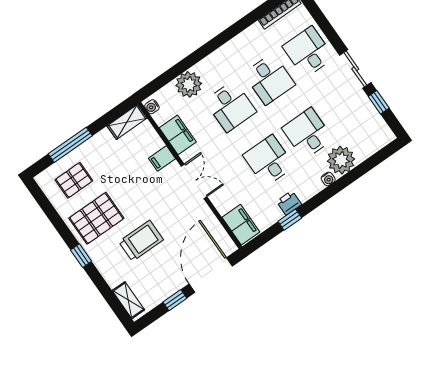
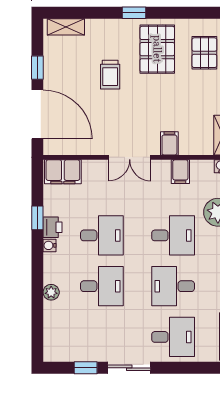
desk: (231, 106) -> (173, 235), turned 180
filing cabinet: (178, 135) -> (180, 172), width x0.50
plant: (341, 160) -> (51, 292), width x0.53, depth x0.53
water cooler: (328, 179) -> (49, 245), moved
trolley: (141, 241) -> (110, 75), width x0.73, depth x0.72

